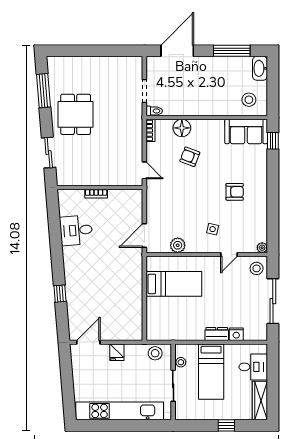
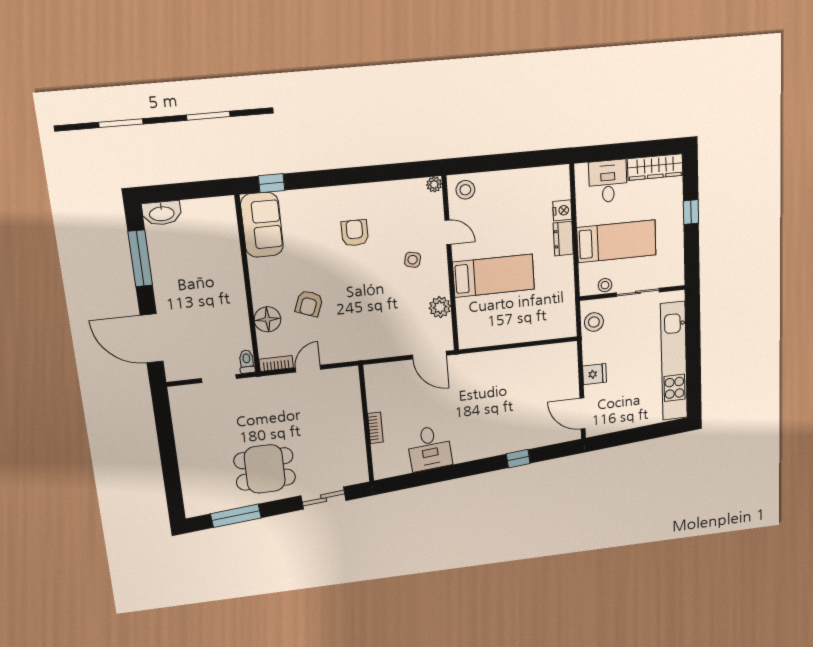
stool: (249, 100) -> (213, 225), removed
door: (144, 170) -> (308, 369), moved
bed: (174, 284) -> (494, 276), moved, turned 90
sliding door: (273, 301) -> (512, 161), removed

